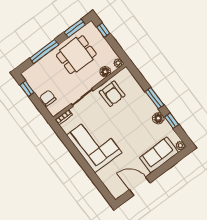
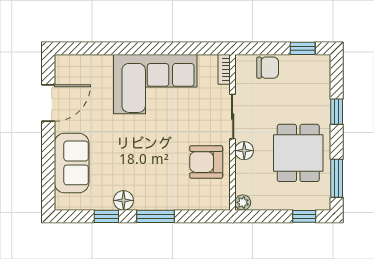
window: (44, 51) -> (337, 112), width x0.46
floor lamp: (105, 72) -> (244, 151), moved
plant: (180, 146) -> (62, 202), removed

